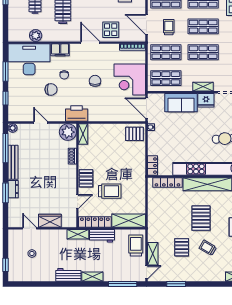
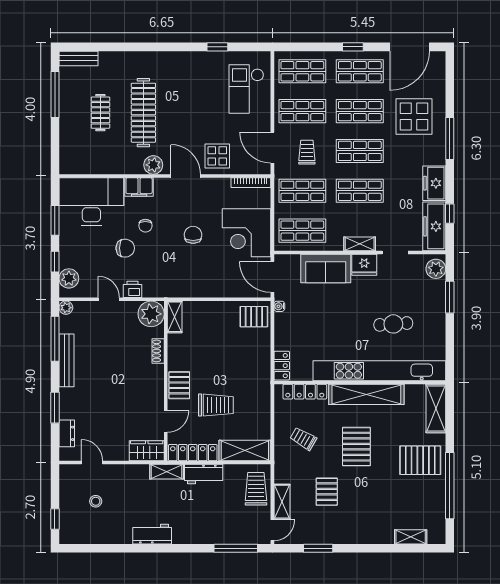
plant: (36, 35) -> (153, 165), moved
plant: (15, 109) -> (69, 278), added
printer: (77, 114) -> (132, 289), moved, width x0.53, depth x0.68
dresser: (13, 189) -> (67, 433), moved
wardrobe: (50, 221) -> (147, 451), moved
trolley: (208, 248) -> (303, 439), moved
shelving: (92, 277) -> (189, 537), removed

